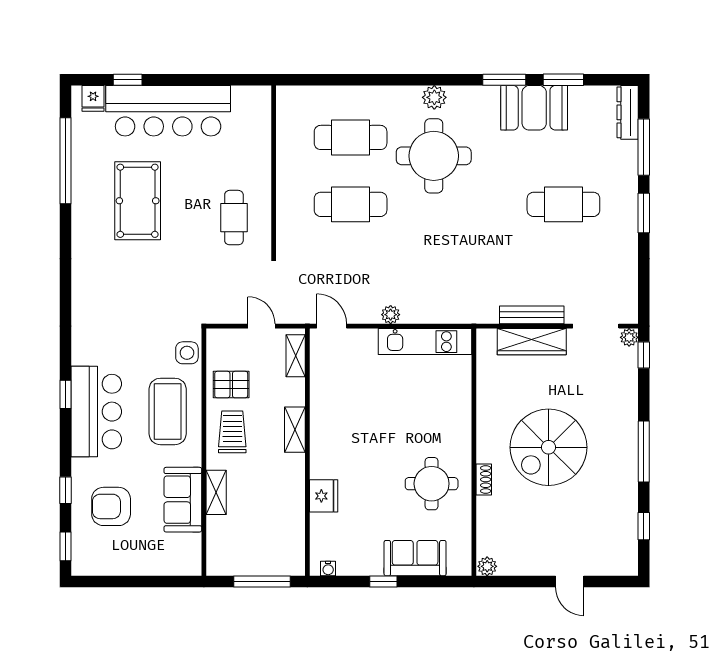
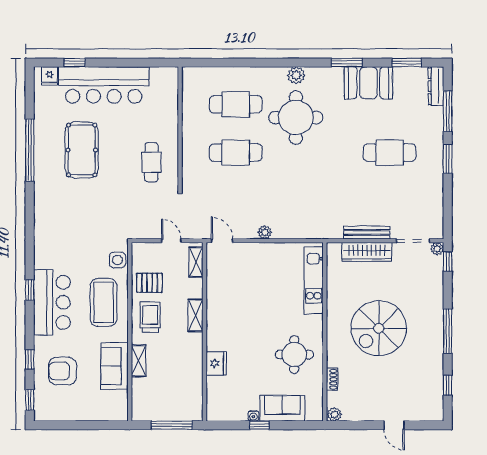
window: (563, 80) -> (407, 63), moved
window: (65, 161) -> (30, 150), moved
kitchen unit: (425, 342) -> (314, 280), moved, turned 90
shoe rack: (484, 480) -> (332, 379), moved
water cooler: (328, 569) -> (253, 416), moved

